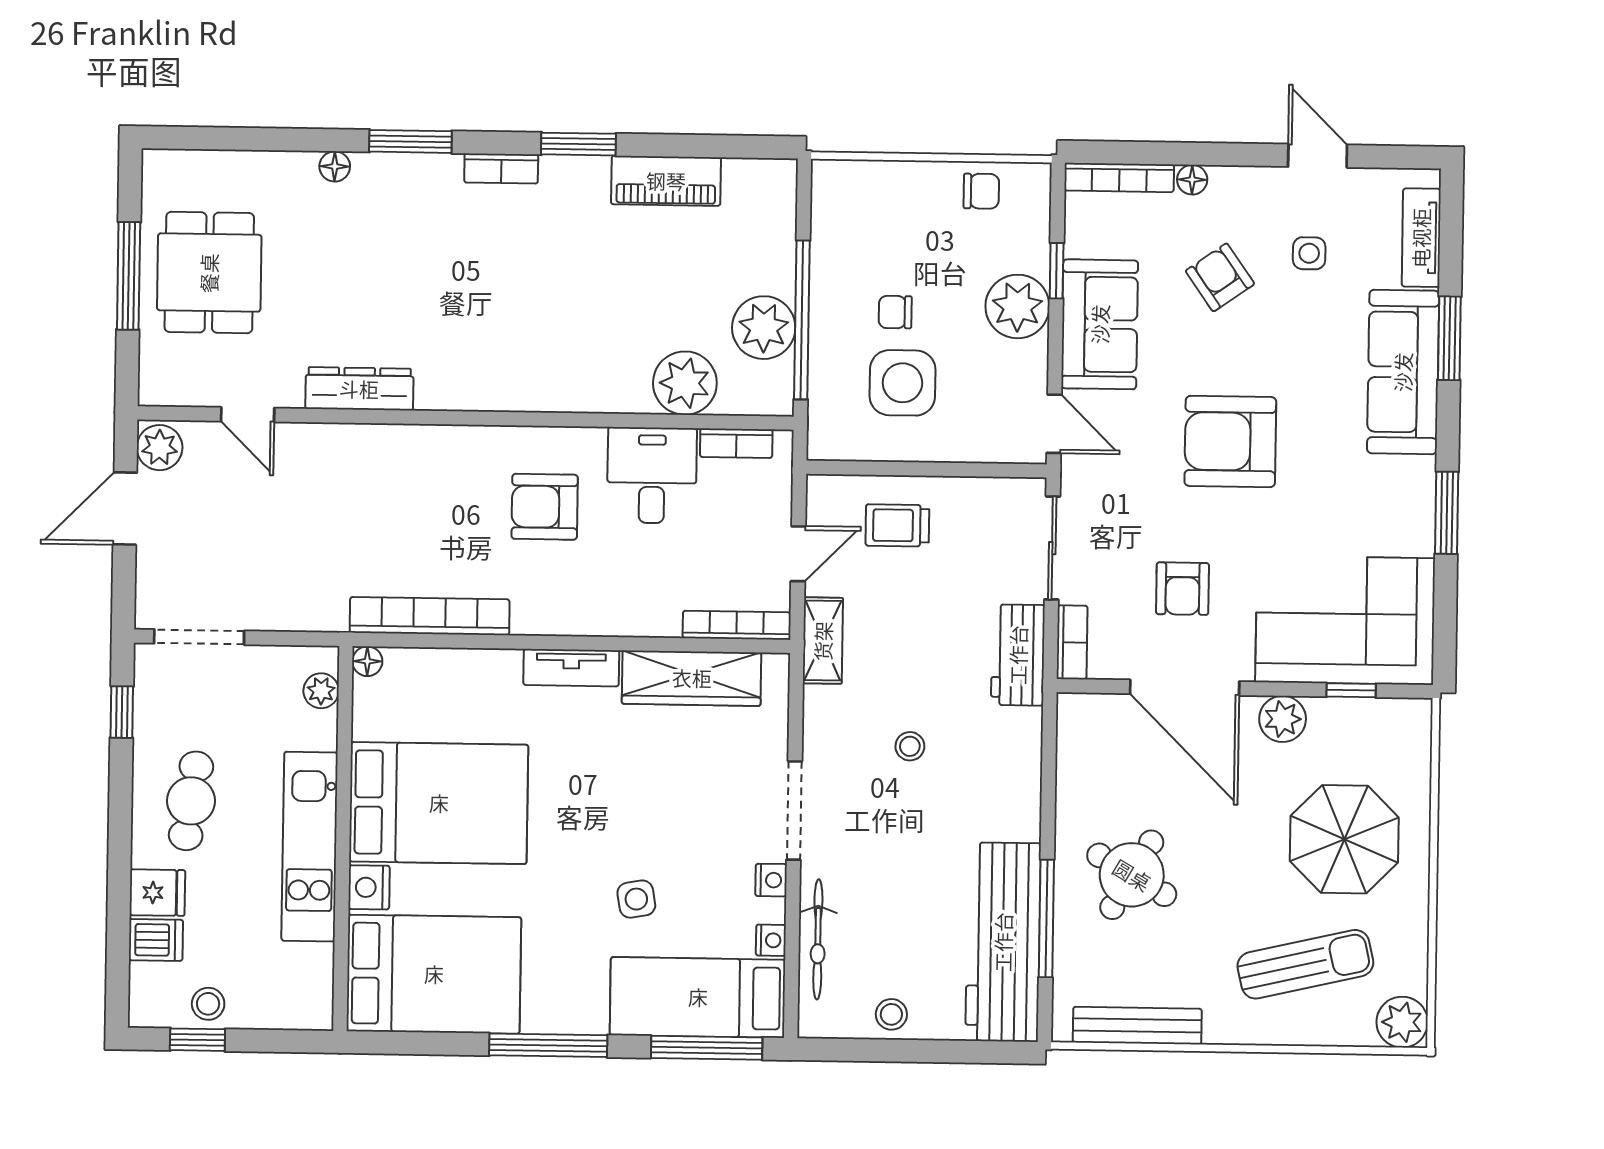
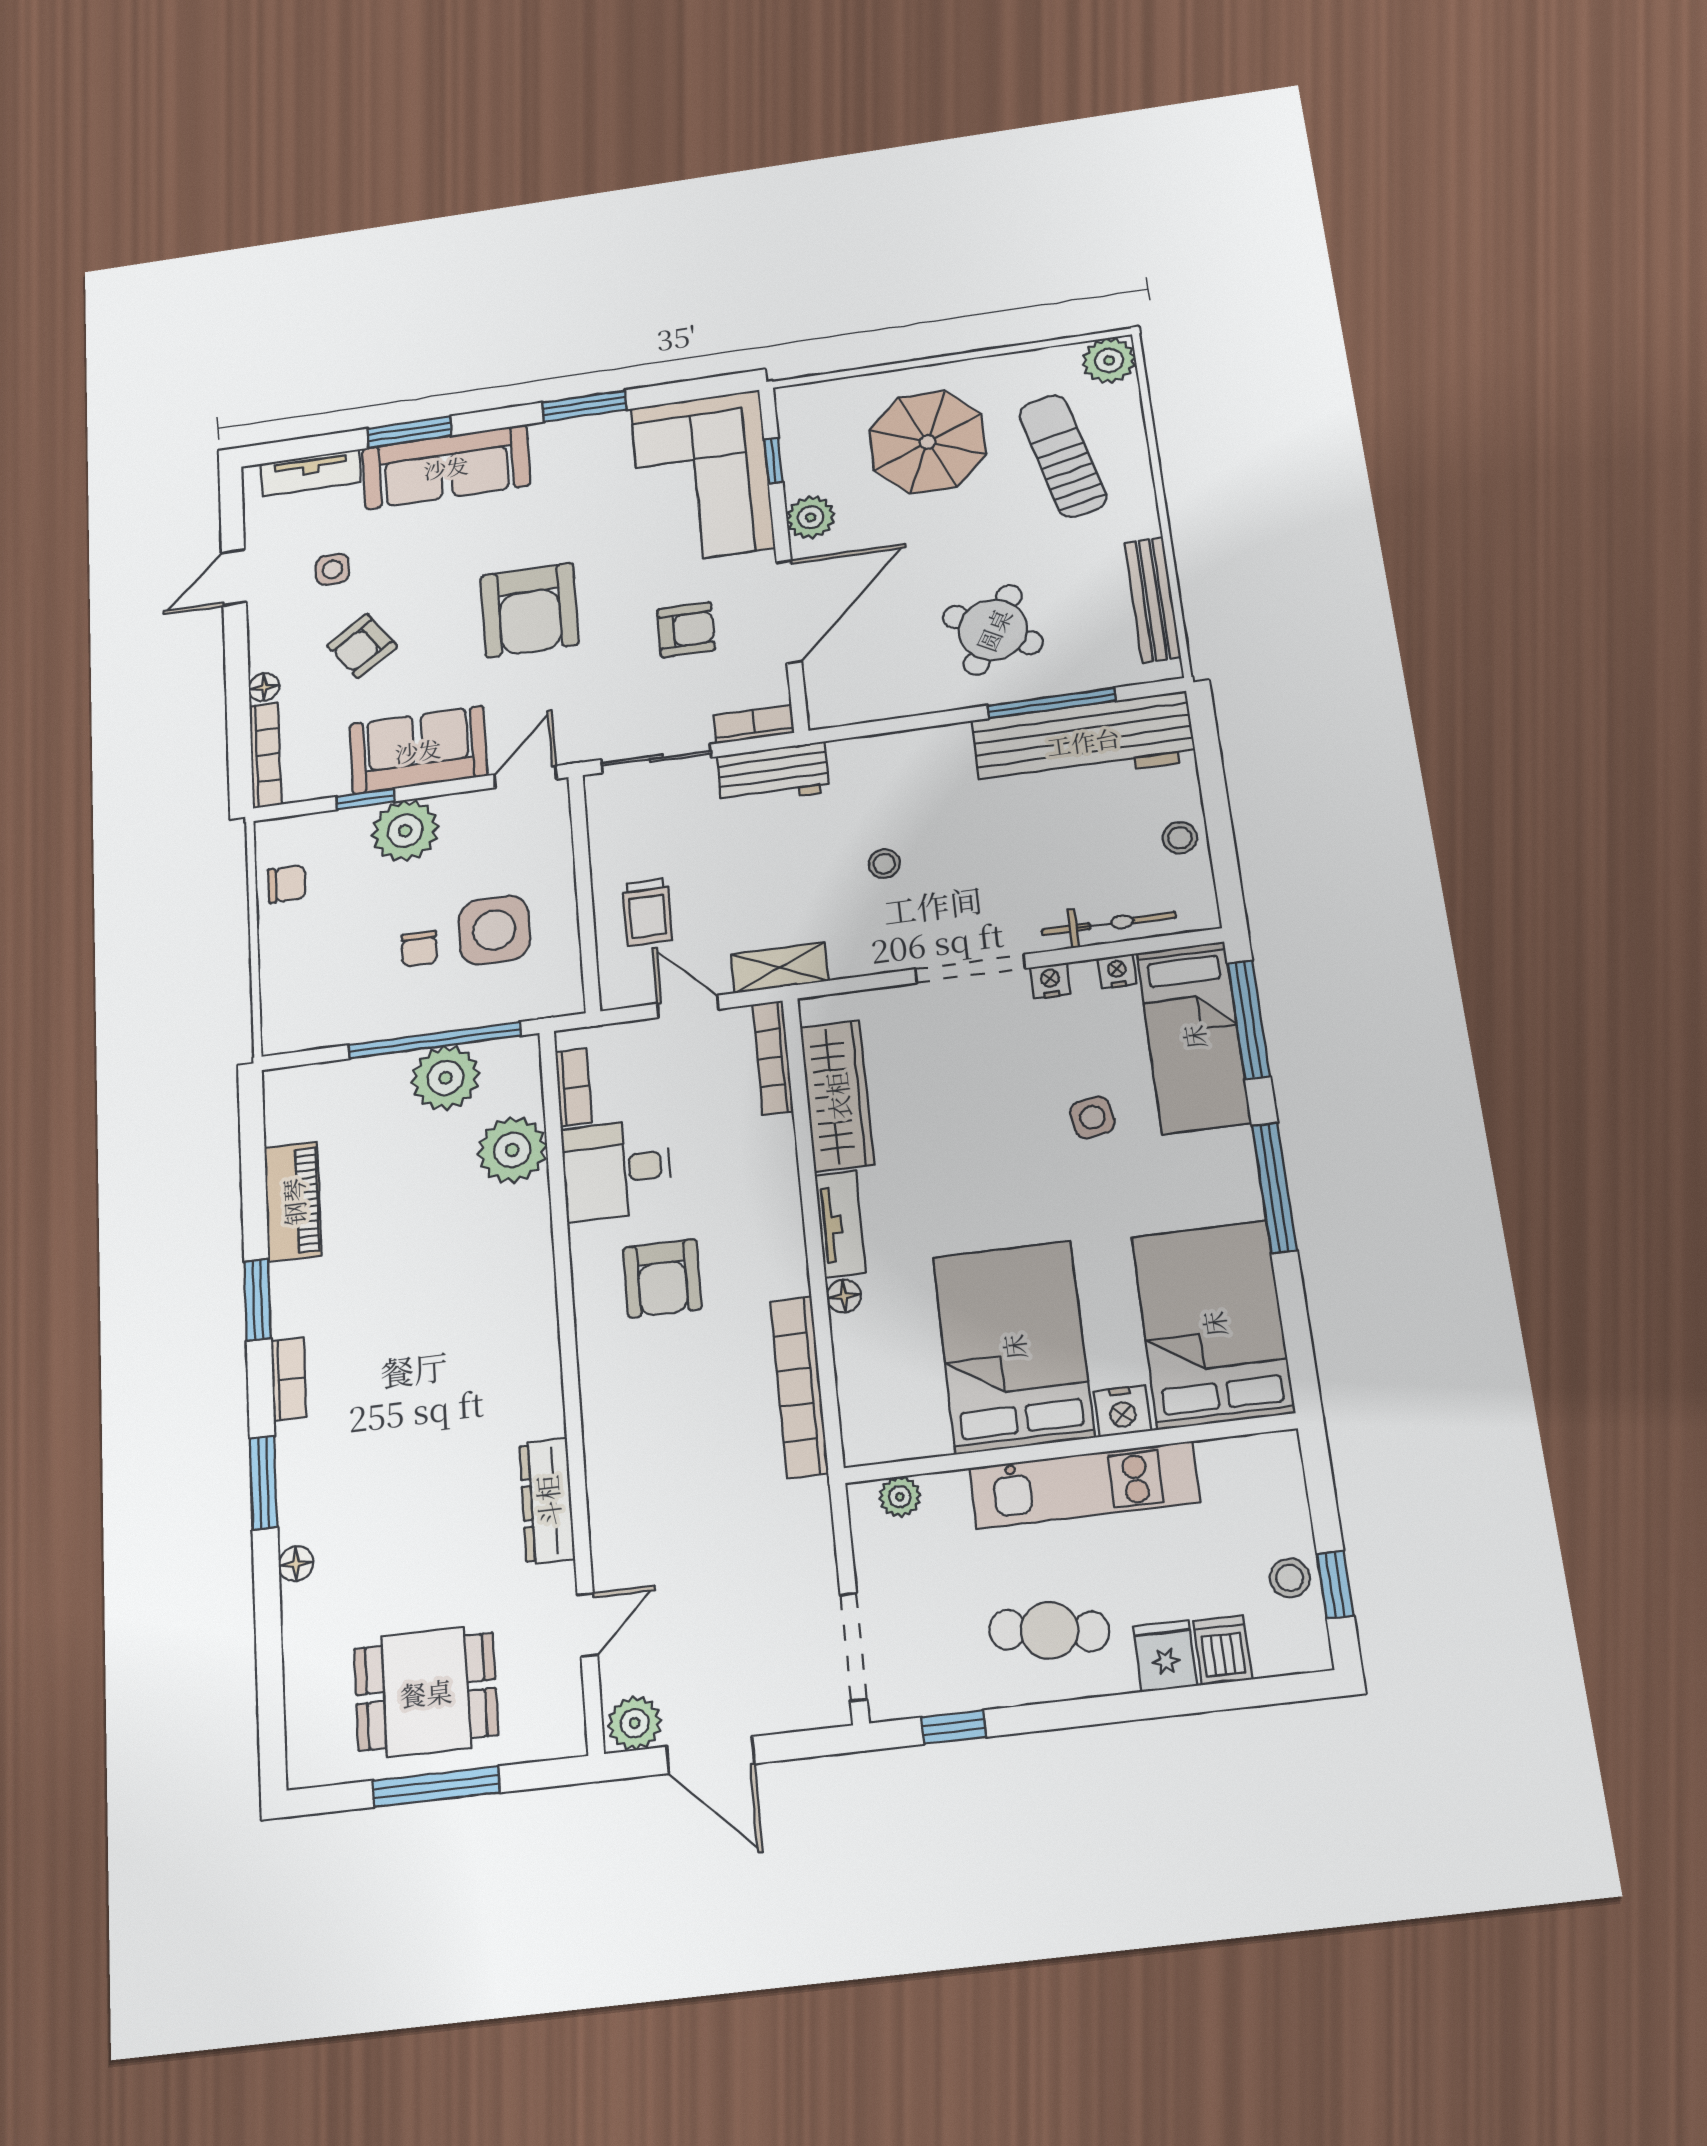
chair: (981, 191) -> (287, 884), turned 90
floor lamp: (367, 661) -> (844, 1296), moved

